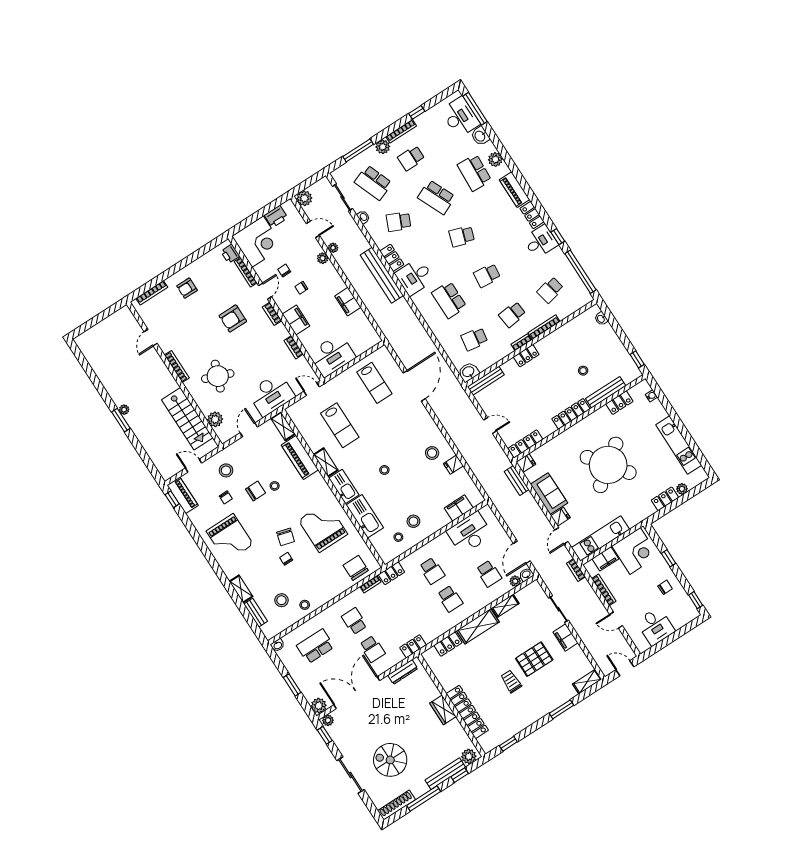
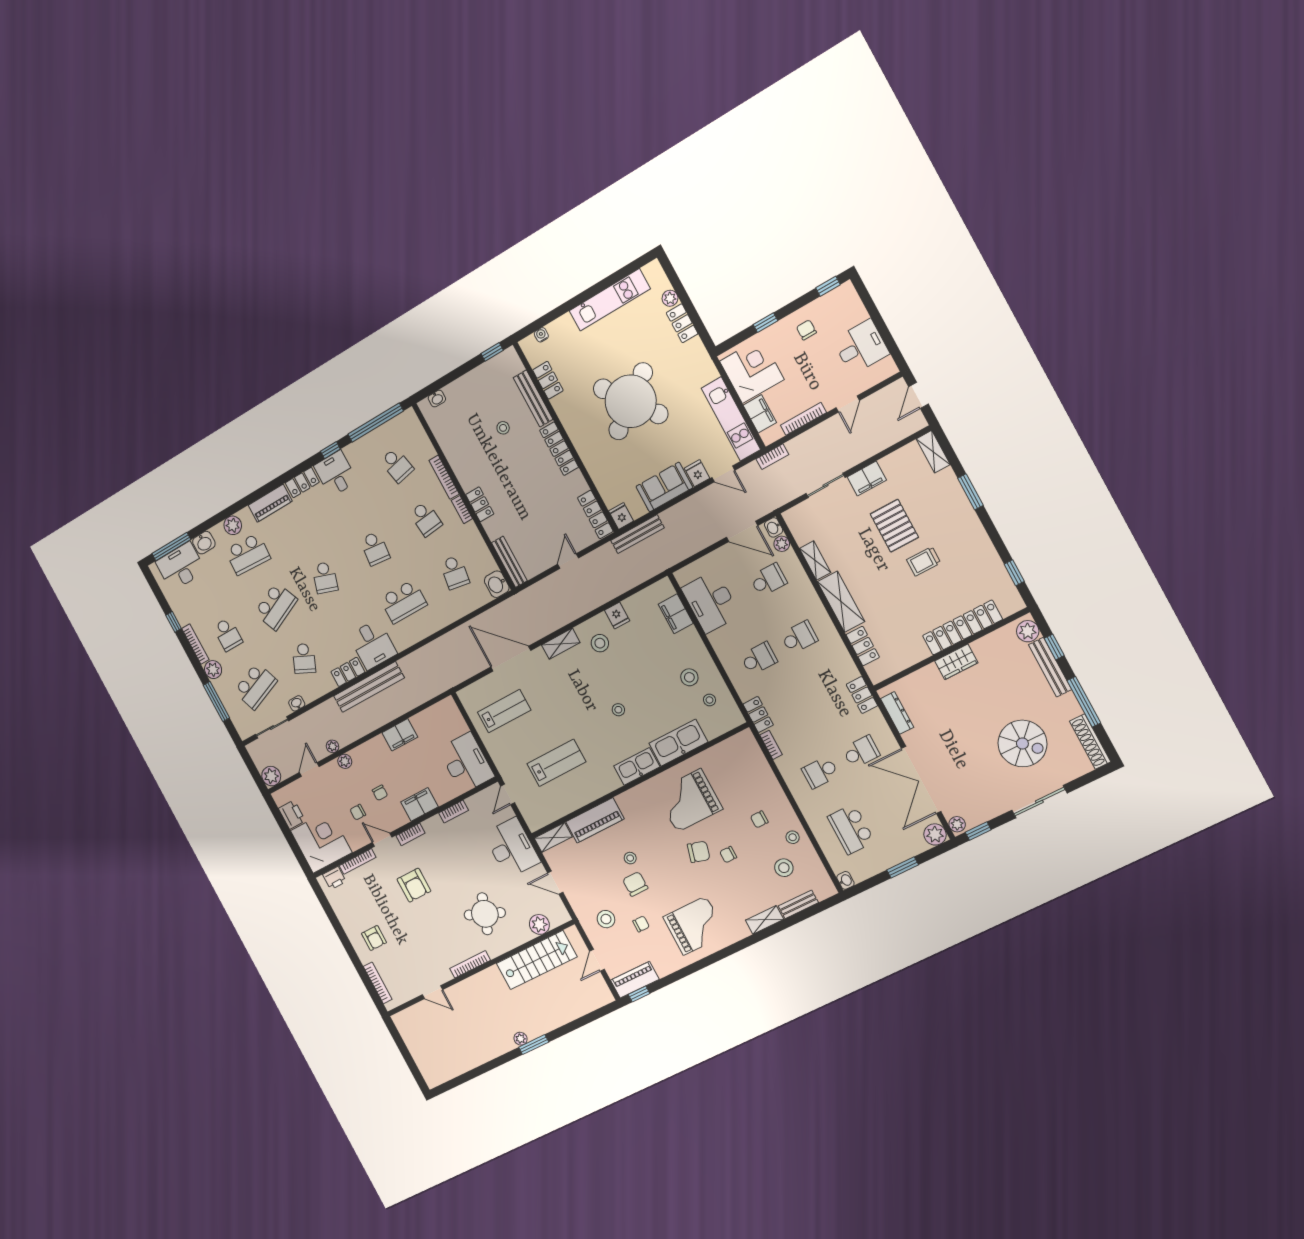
shelving: (326, 462) -> (561, 644), moved
bench: (517, 480) -> (637, 534), width x1.36
chair: (356, 568) -> (759, 819), moved, width x0.54, depth x0.54
spiral stairs: (390, 760) -> (1022, 744), turned -90

